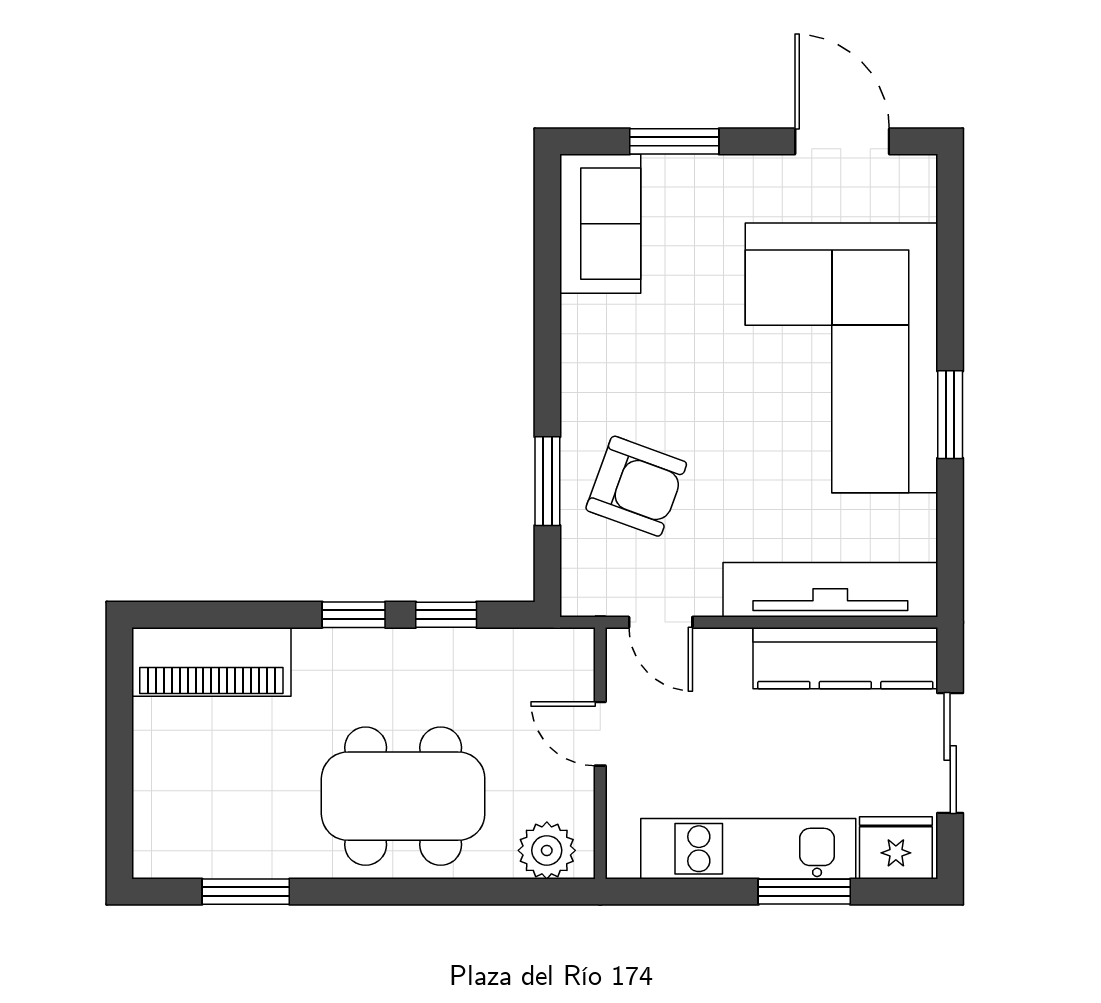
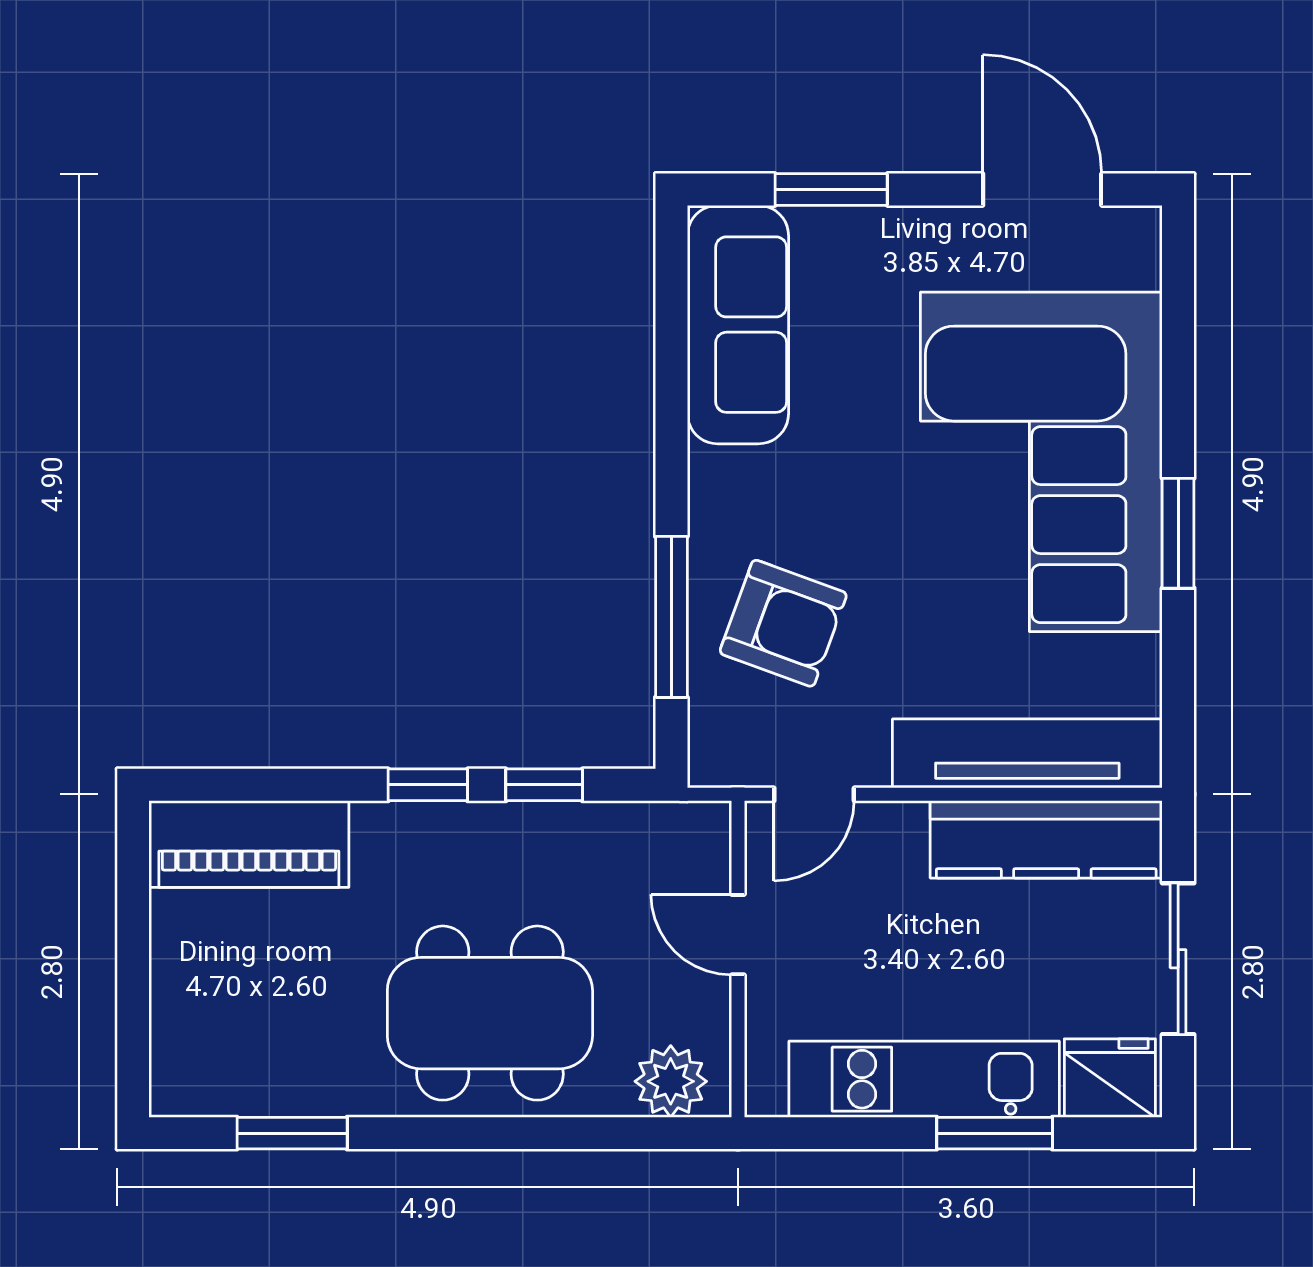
sofa: (600, 224) -> (738, 325), width x1.36
window: (547, 481) -> (671, 617), width x1.44
door: (661, 622) -> (814, 794), hinge flipped

